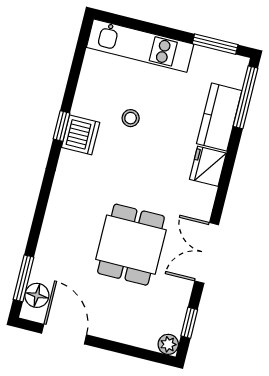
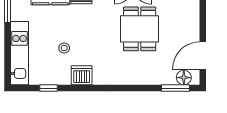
window: (62, 126) -> (48, 88), moved
dining table: (131, 245) -> (140, 29), turned 90

